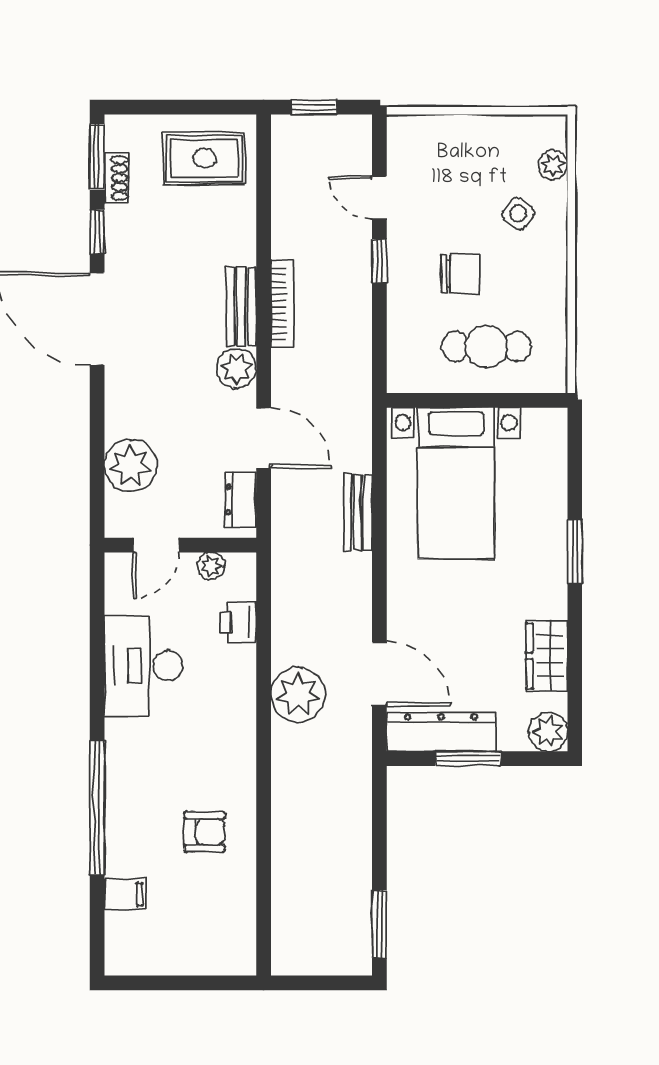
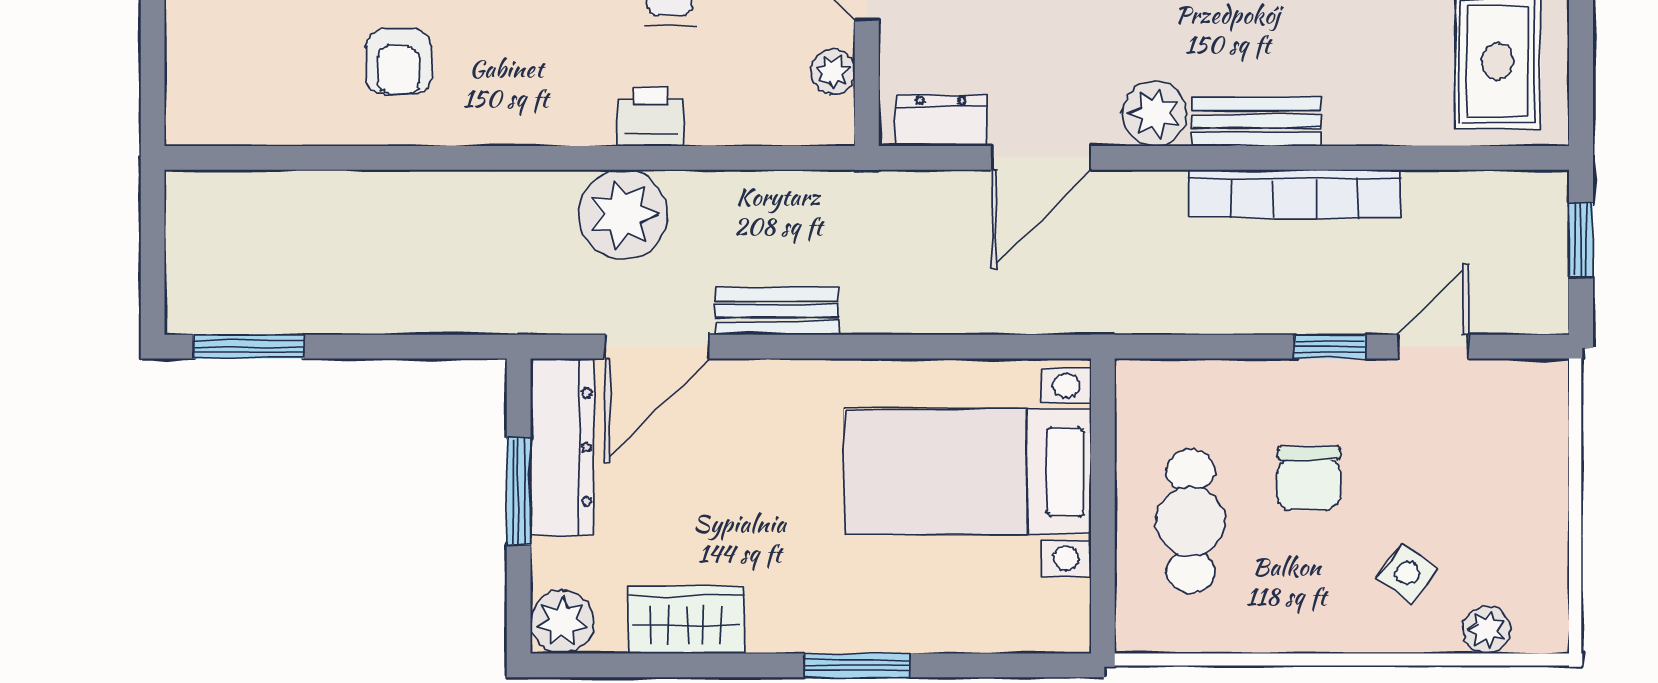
bookcase: (282, 304) -> (1295, 194), width x1.48, depth x1.31
bench: (358, 513) -> (777, 311), moved
printer: (238, 622) -> (651, 117), moved

